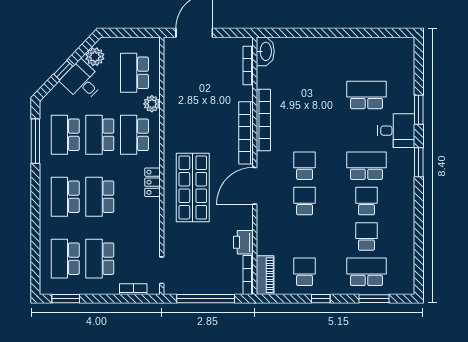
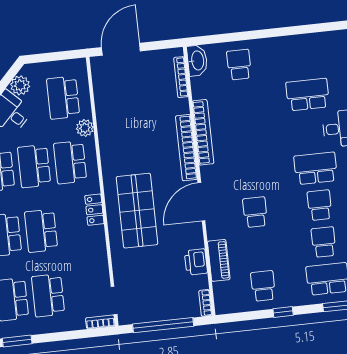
school desk: (305, 166) -> (239, 65), moved
bookcase: (248, 275) -> (205, 303), width x0.64
piano: (265, 275) -> (219, 260), moved
bookcase: (133, 289) -> (100, 322), moved

